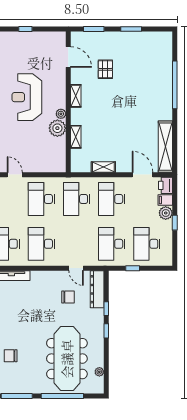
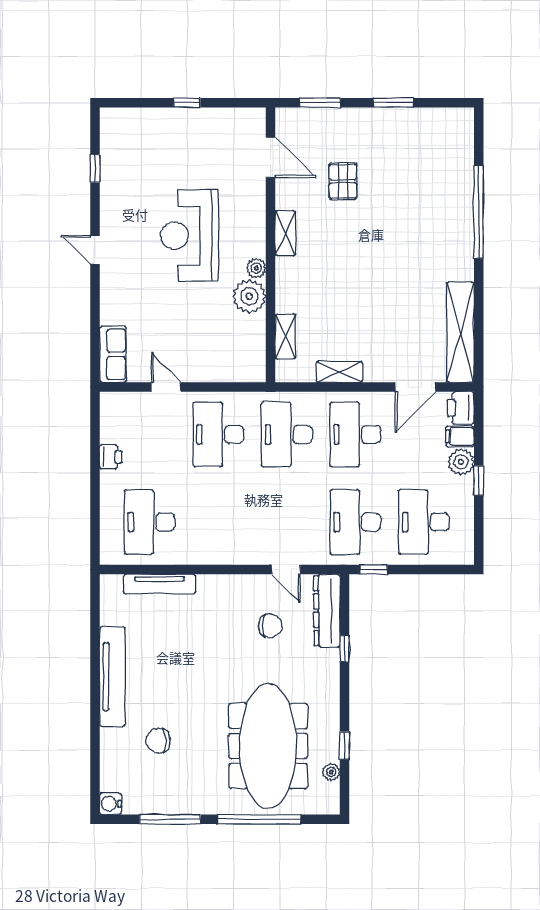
shelving: (76, 137) -> (285, 336), moved
door: (142, 175) -> (416, 387), swing flipped
desk: (41, 244) -> (218, 522), removed
window: (133, 268) -> (374, 570), moved
window: (106, 331) -> (345, 745), moved

